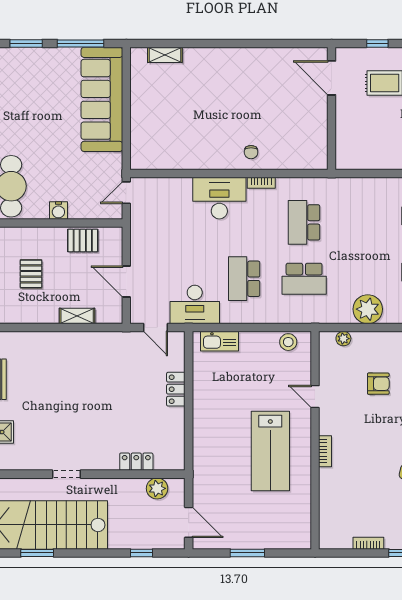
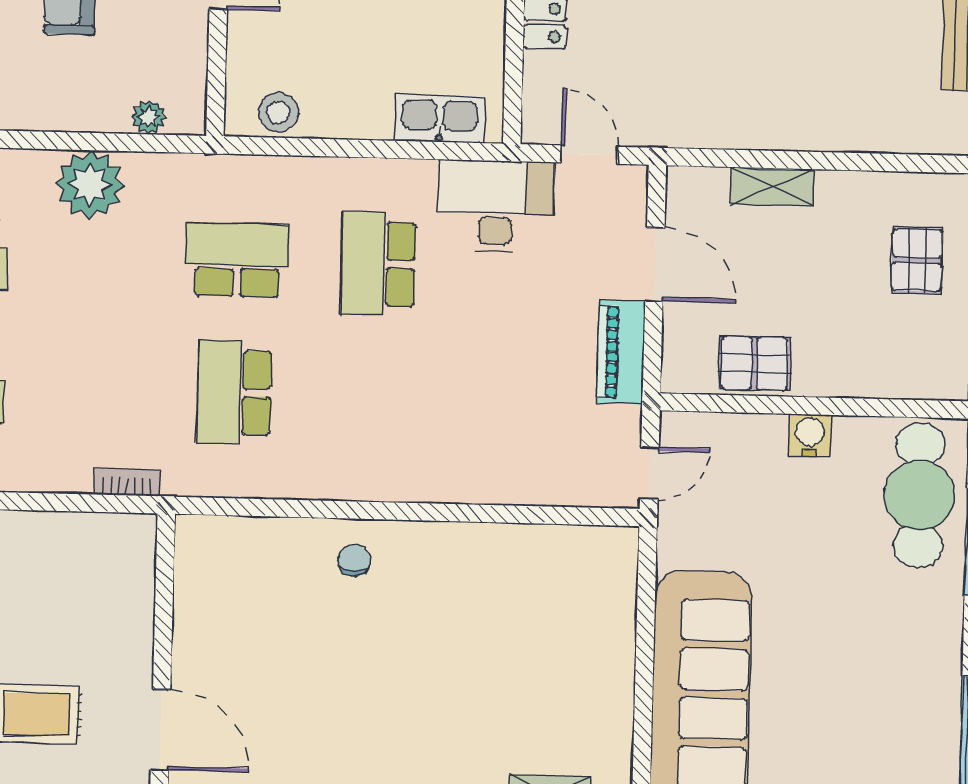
bookcase: (261, 183) -> (127, 482), moved
desk: (219, 198) -> (431, 454), removed
school desk: (304, 222) -> (234, 392), turned 180
piano: (140, 244) -> (621, 352), added
pallet: (31, 274) -> (917, 260), moved
school desk: (244, 279) -> (378, 264), turned 180

